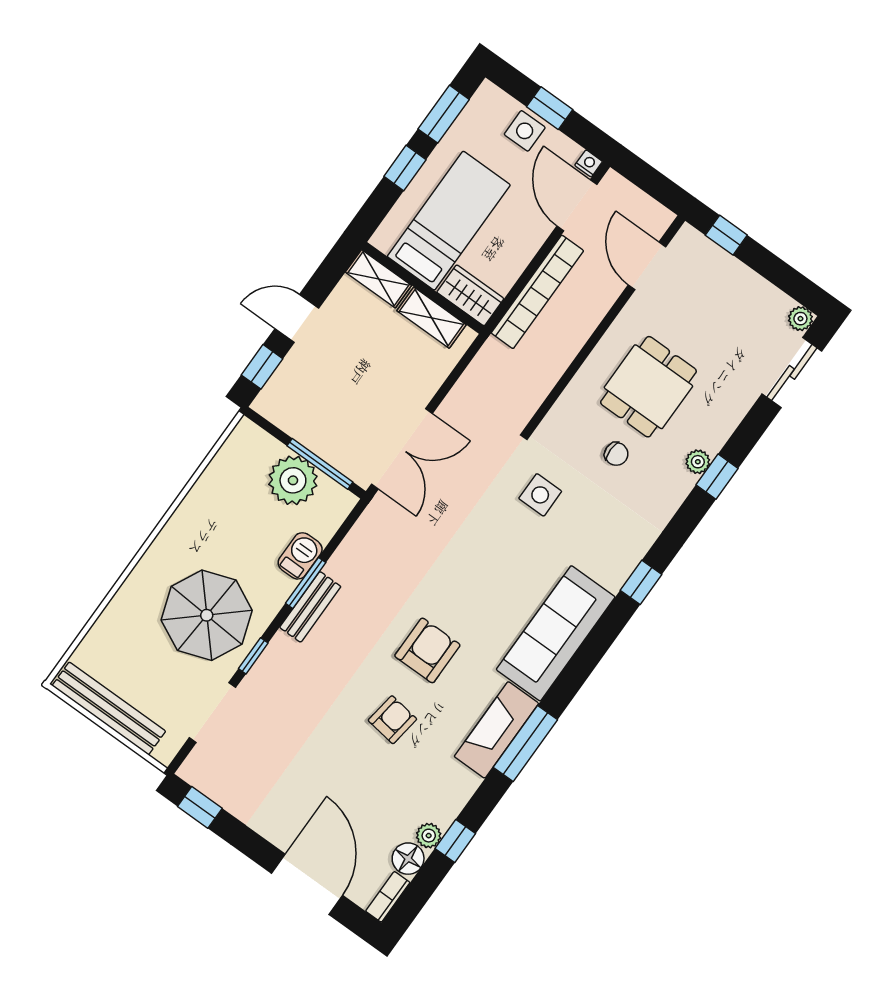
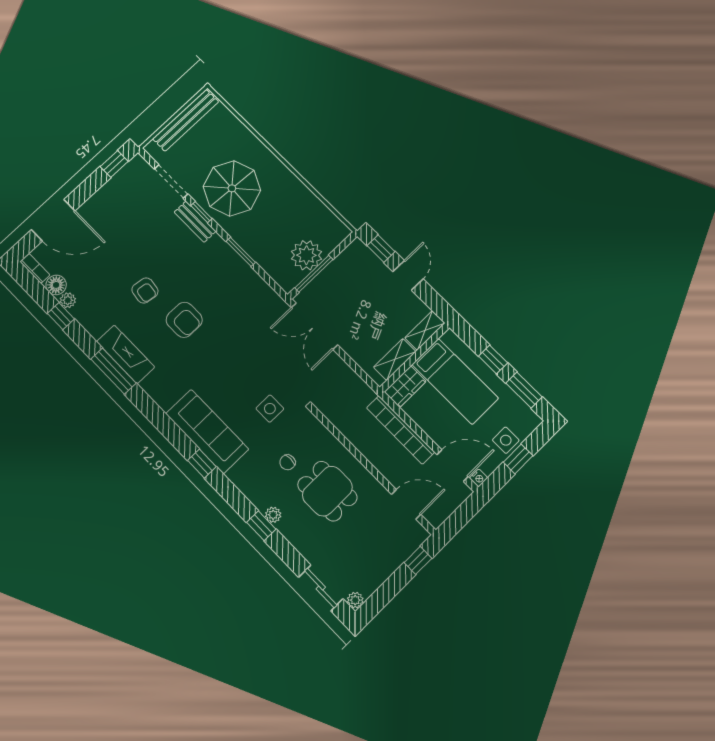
barbecue: (300, 556) -> (258, 251), removed
bench: (310, 607) -> (195, 222), moved
sofa: (556, 633) -> (207, 431), moved

